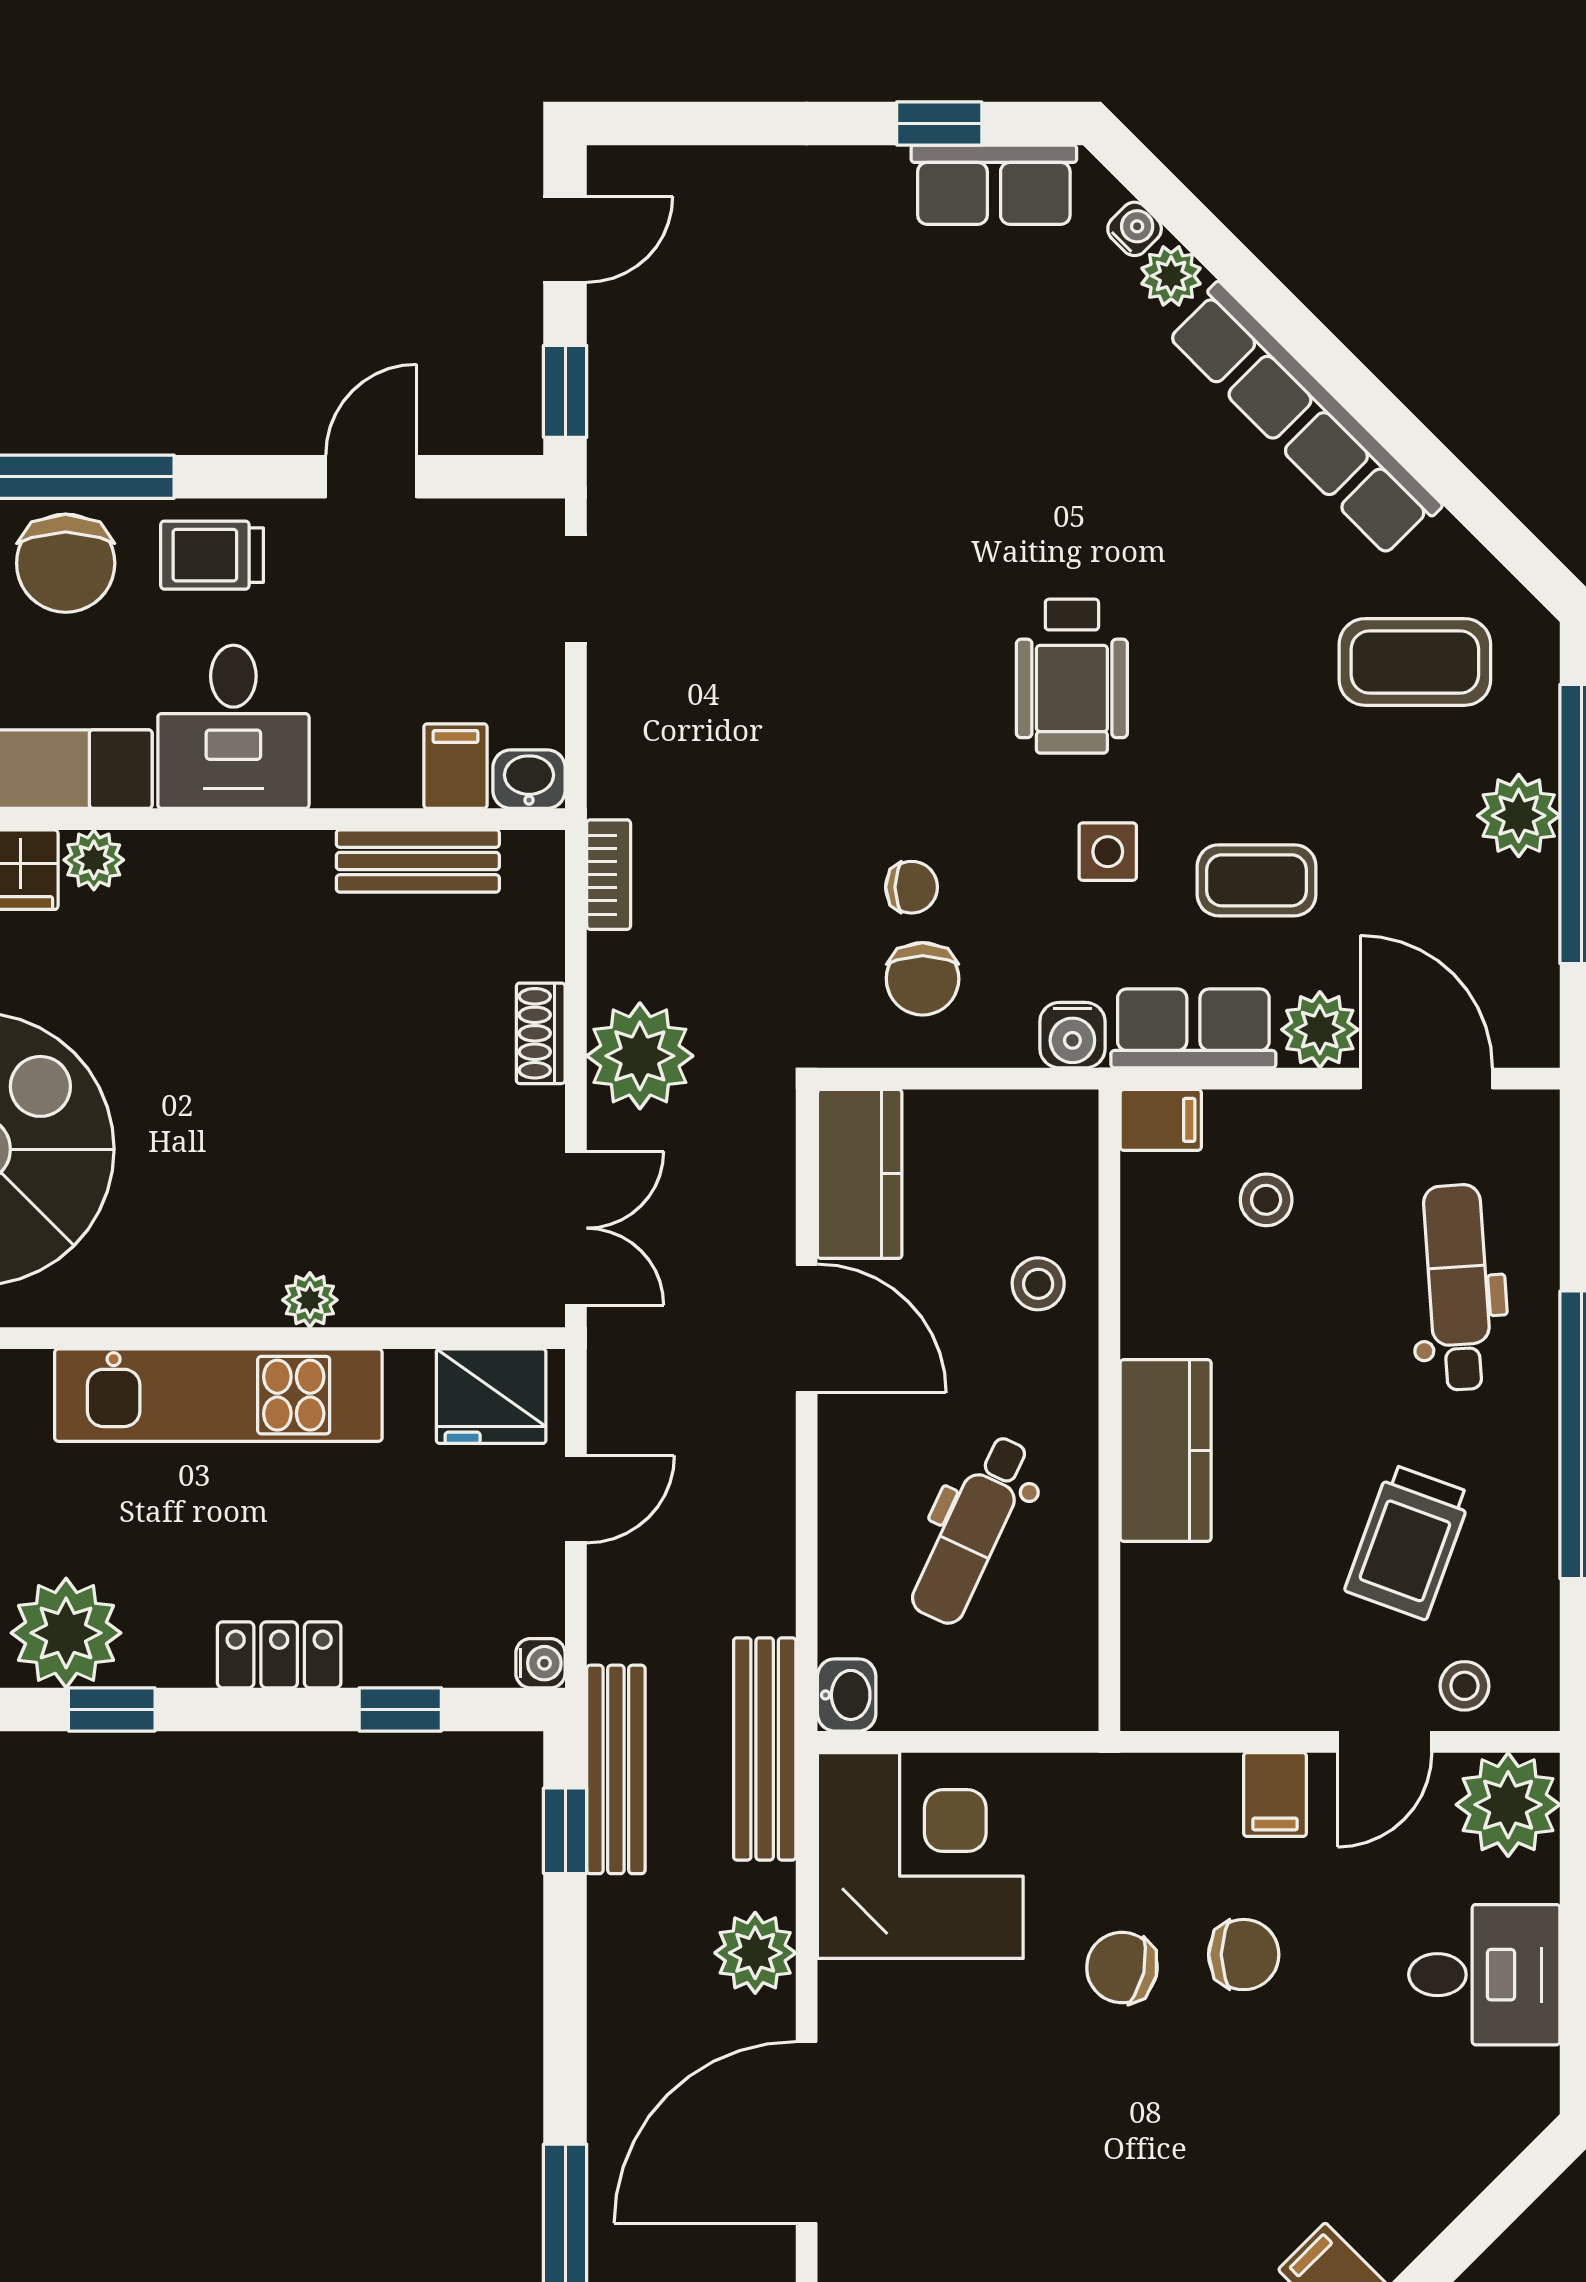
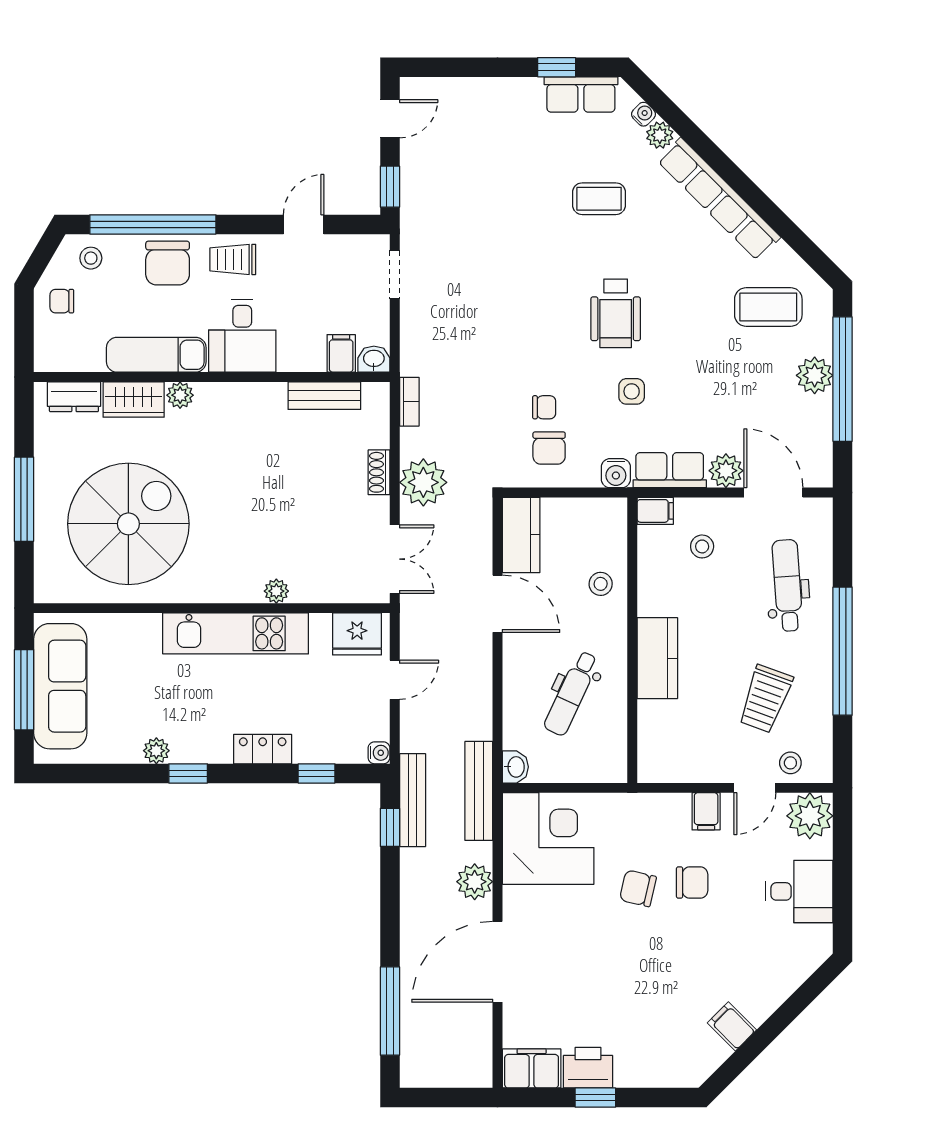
coffee table: (1257, 880) -> (599, 199), moved
plant: (66, 1633) -> (156, 751), width x0.53, depth x0.53

